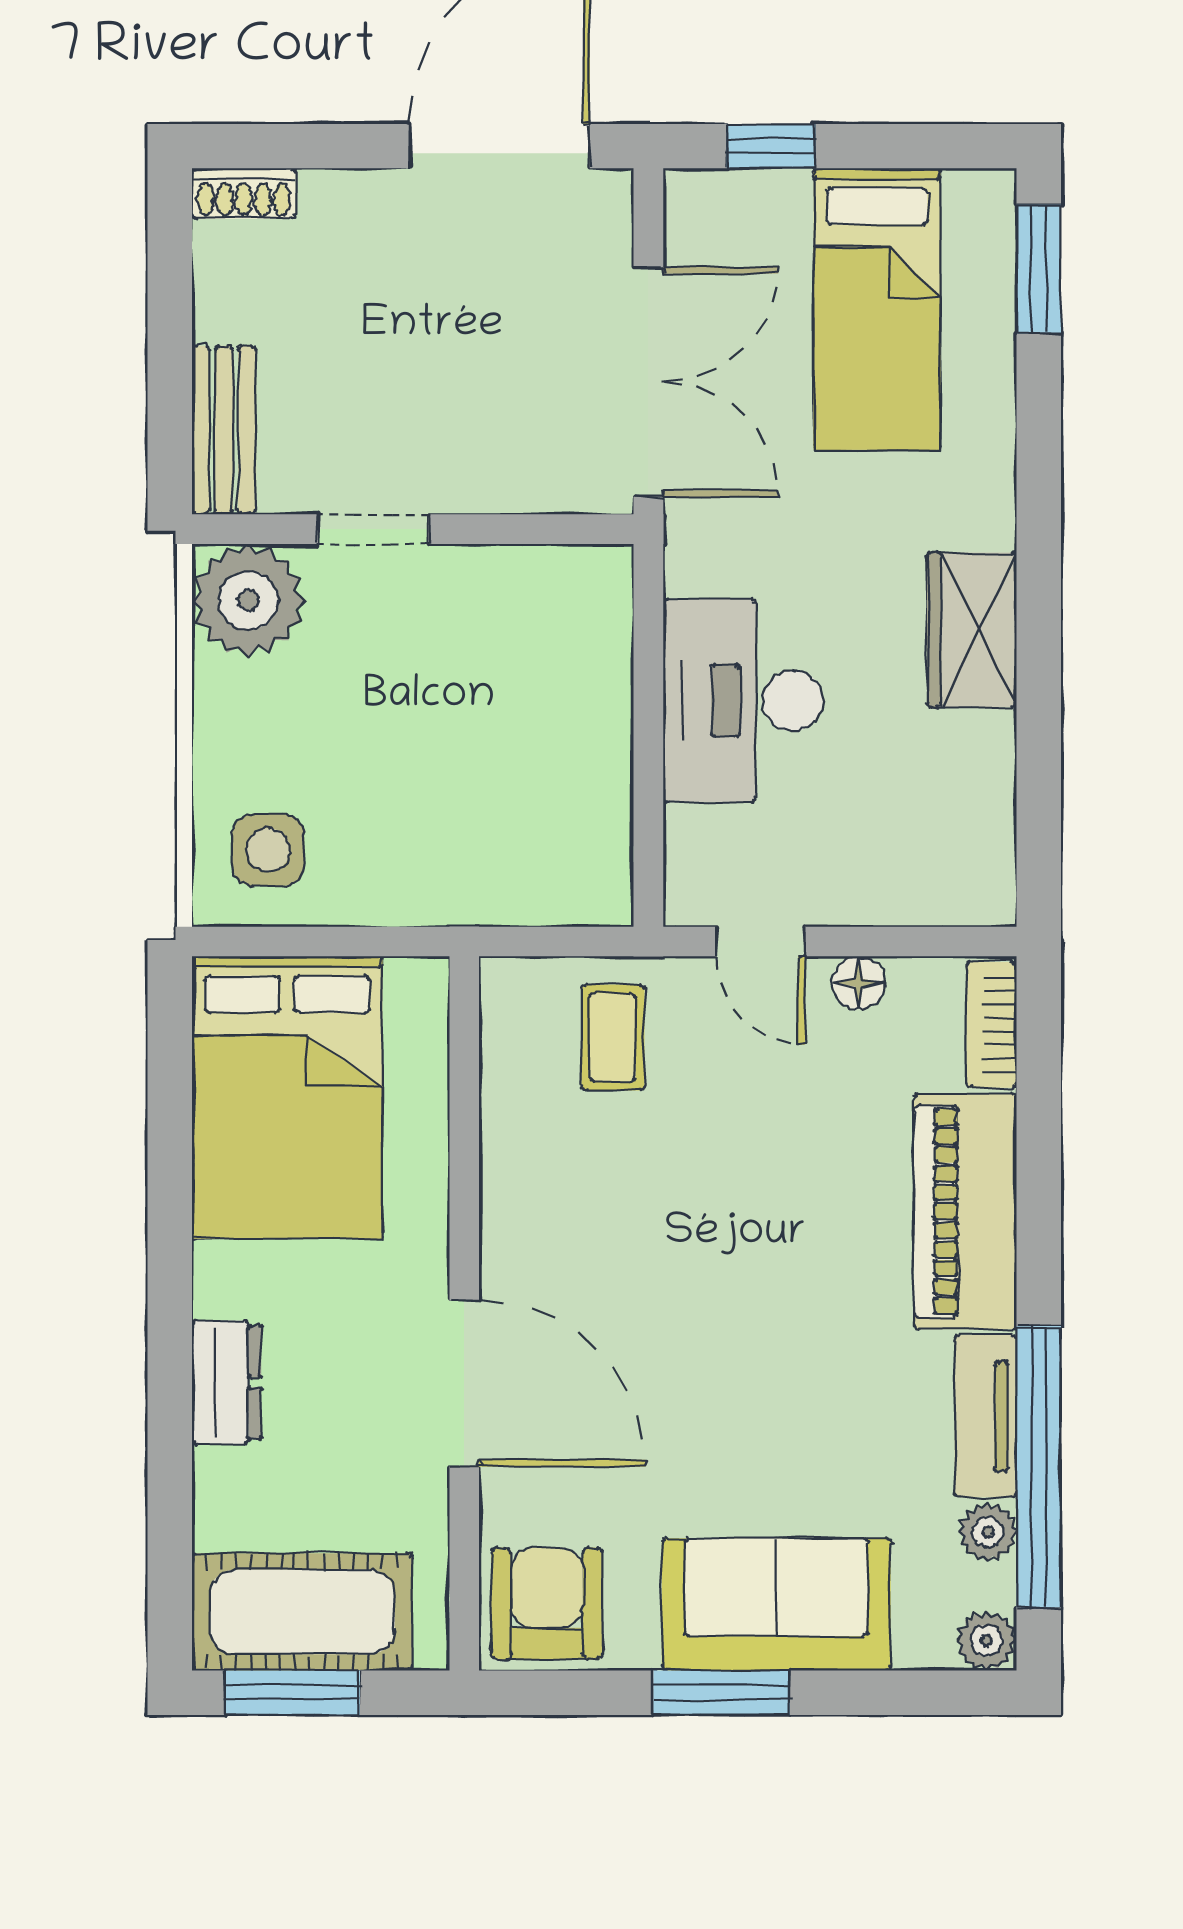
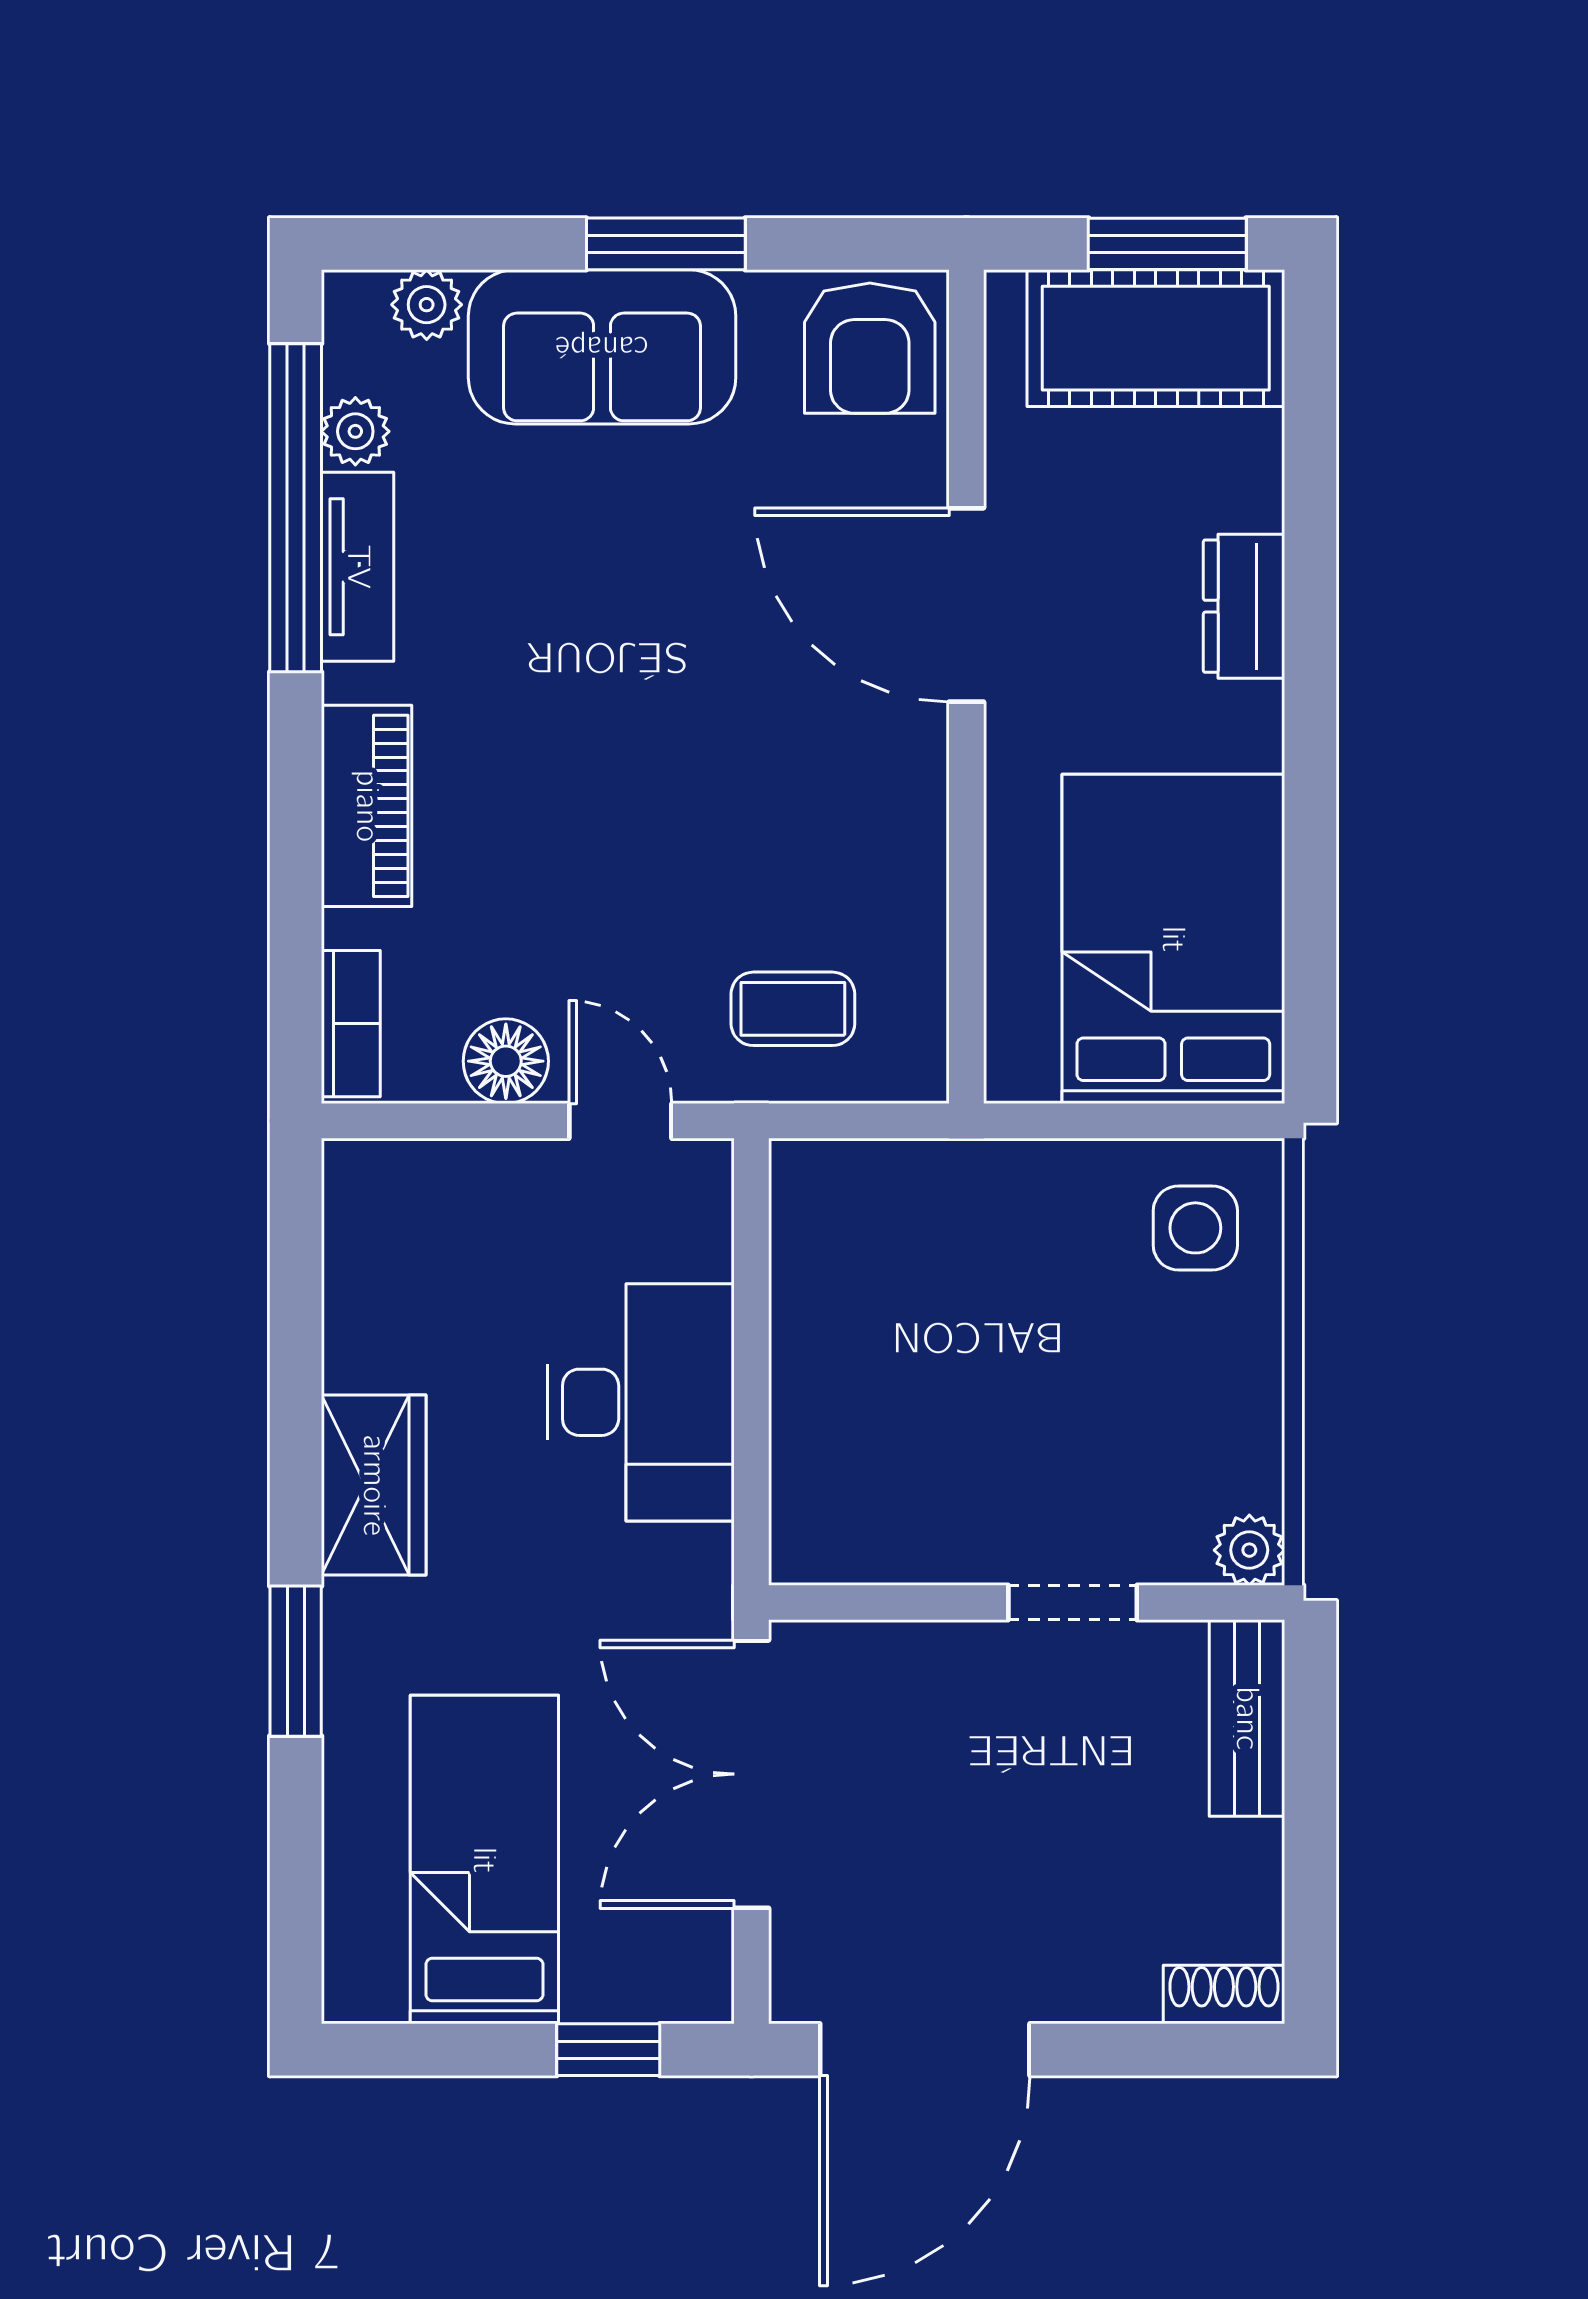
window: (1039, 269) -> (296, 1661), moved
plant: (248, 600) -> (1249, 1550), width x0.53, depth x0.53
floor lamp: (859, 983) -> (506, 1061), width x1.37, depth x1.37
coffee table: (613, 1038) -> (793, 1009), turned 90
piano: (965, 1211) -> (367, 806), width x0.73, depth x0.75
plant: (987, 1641) -> (427, 305), moved

